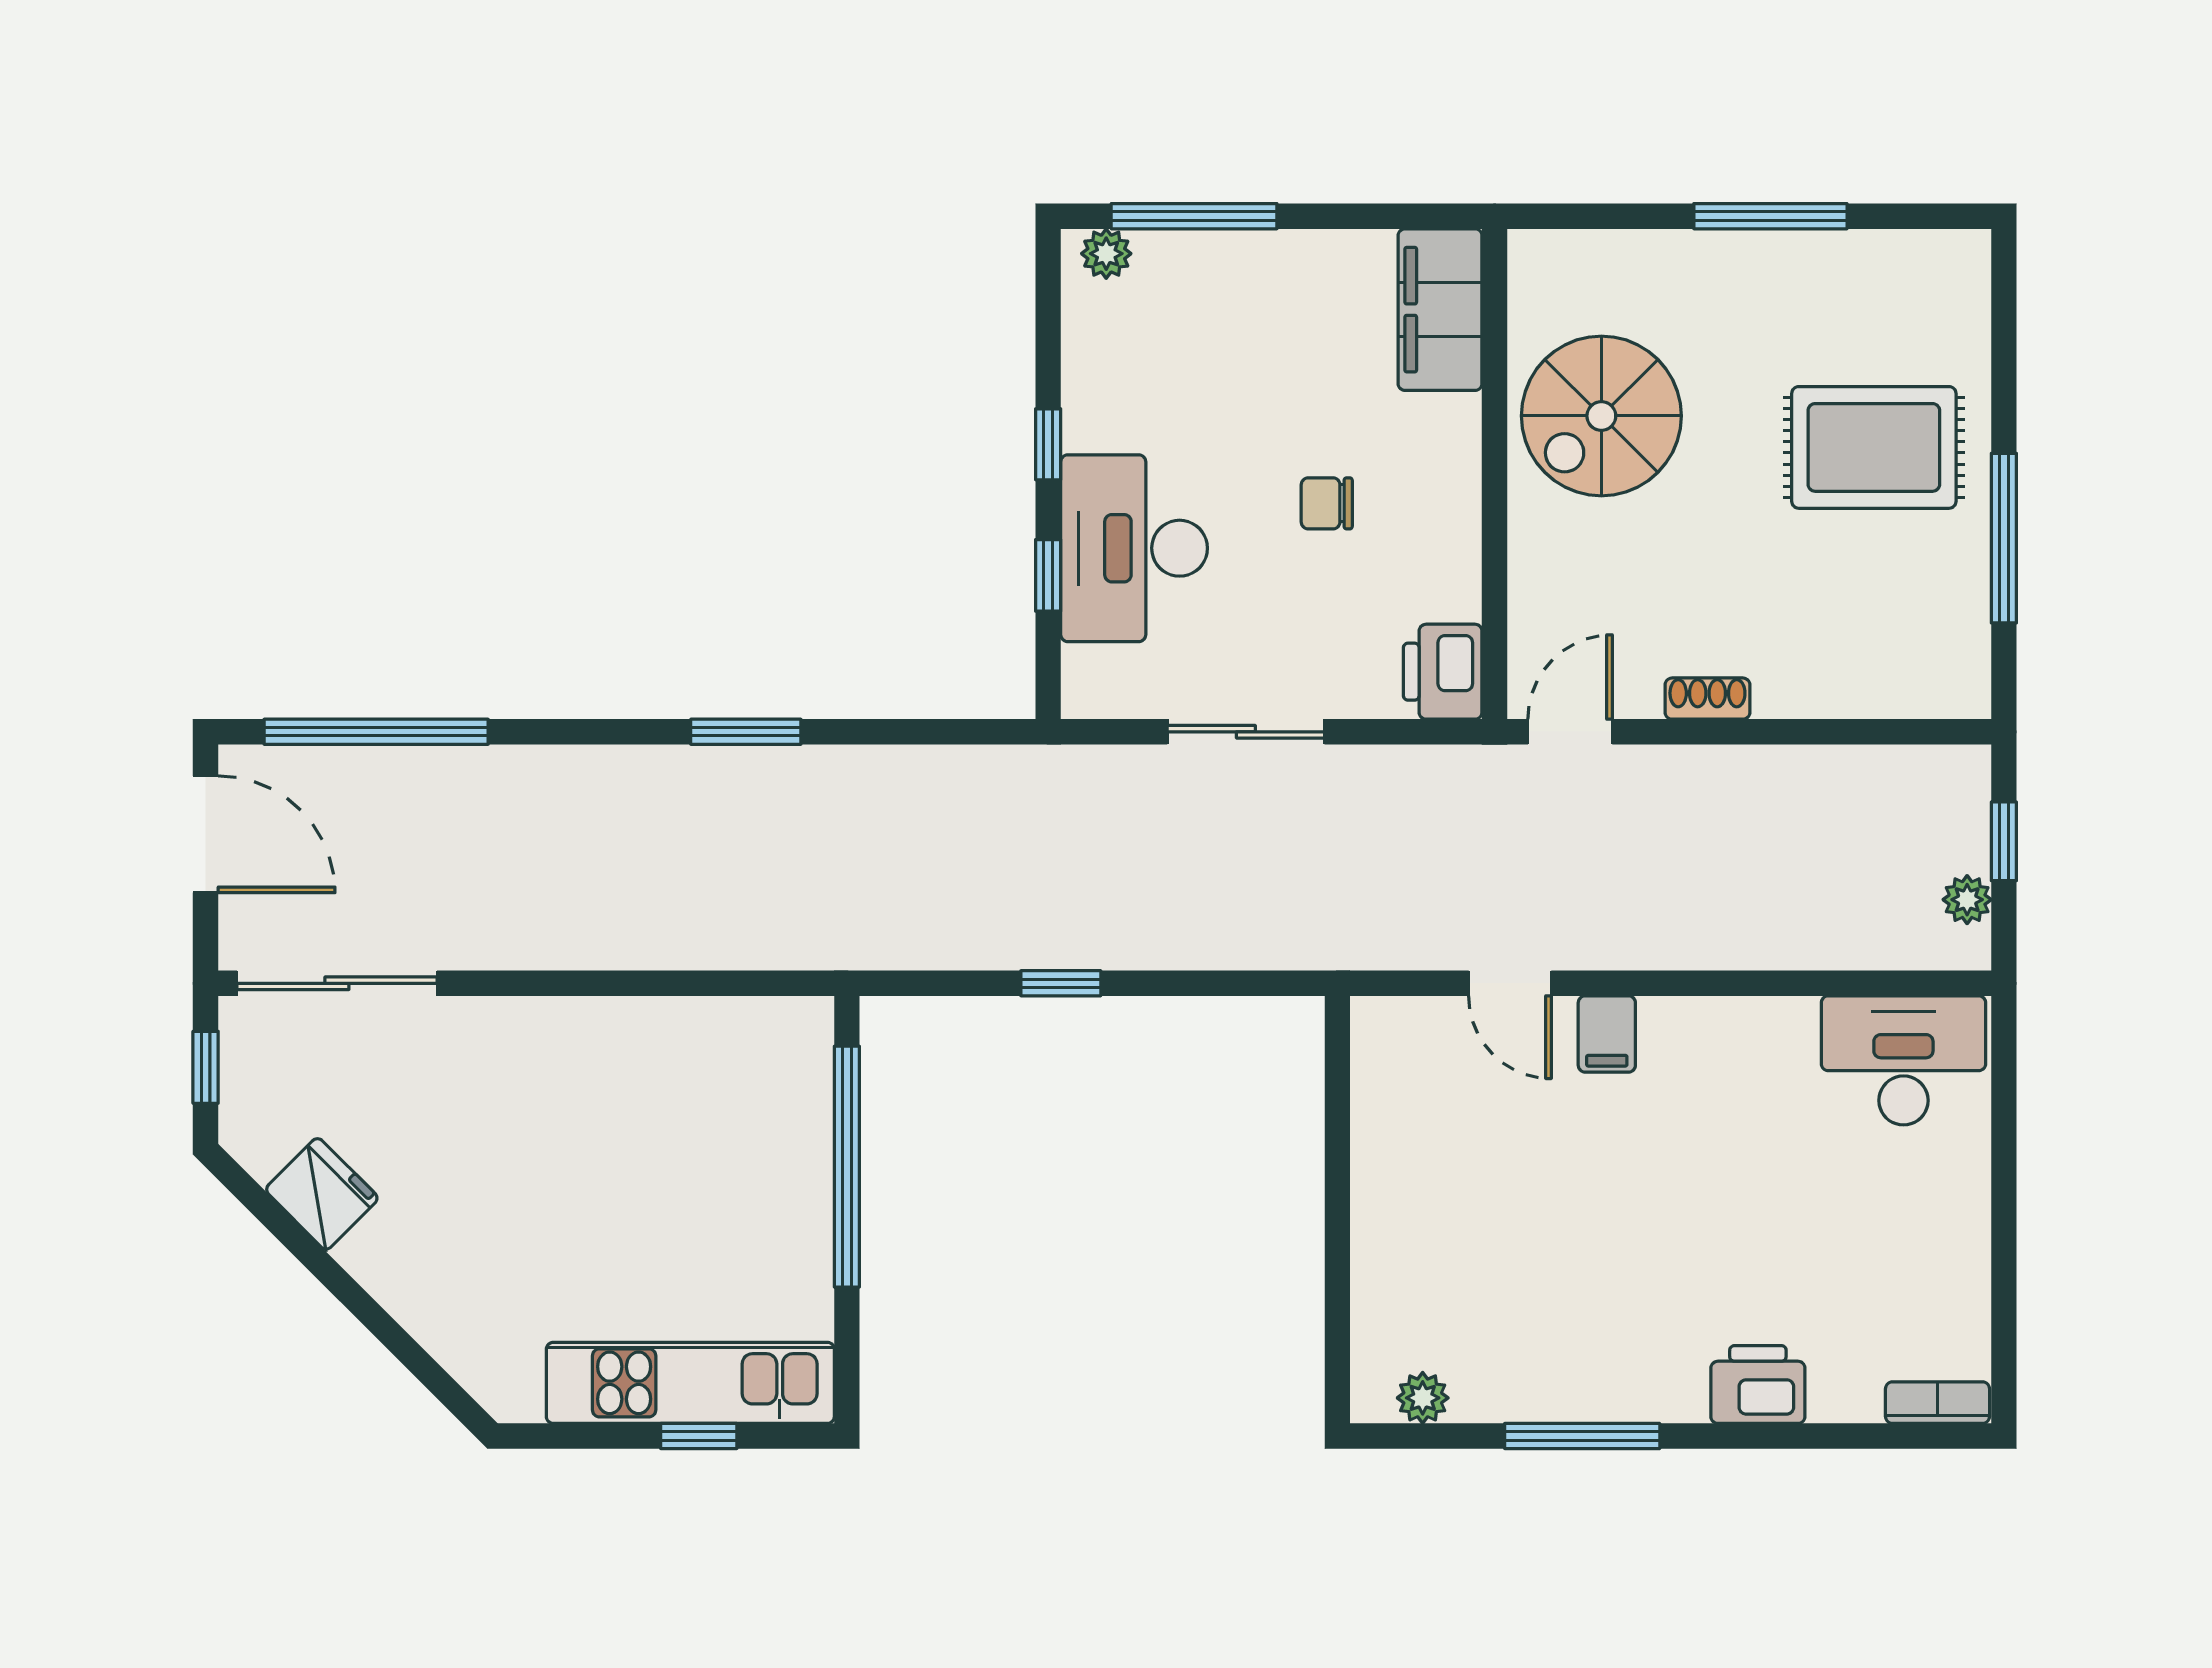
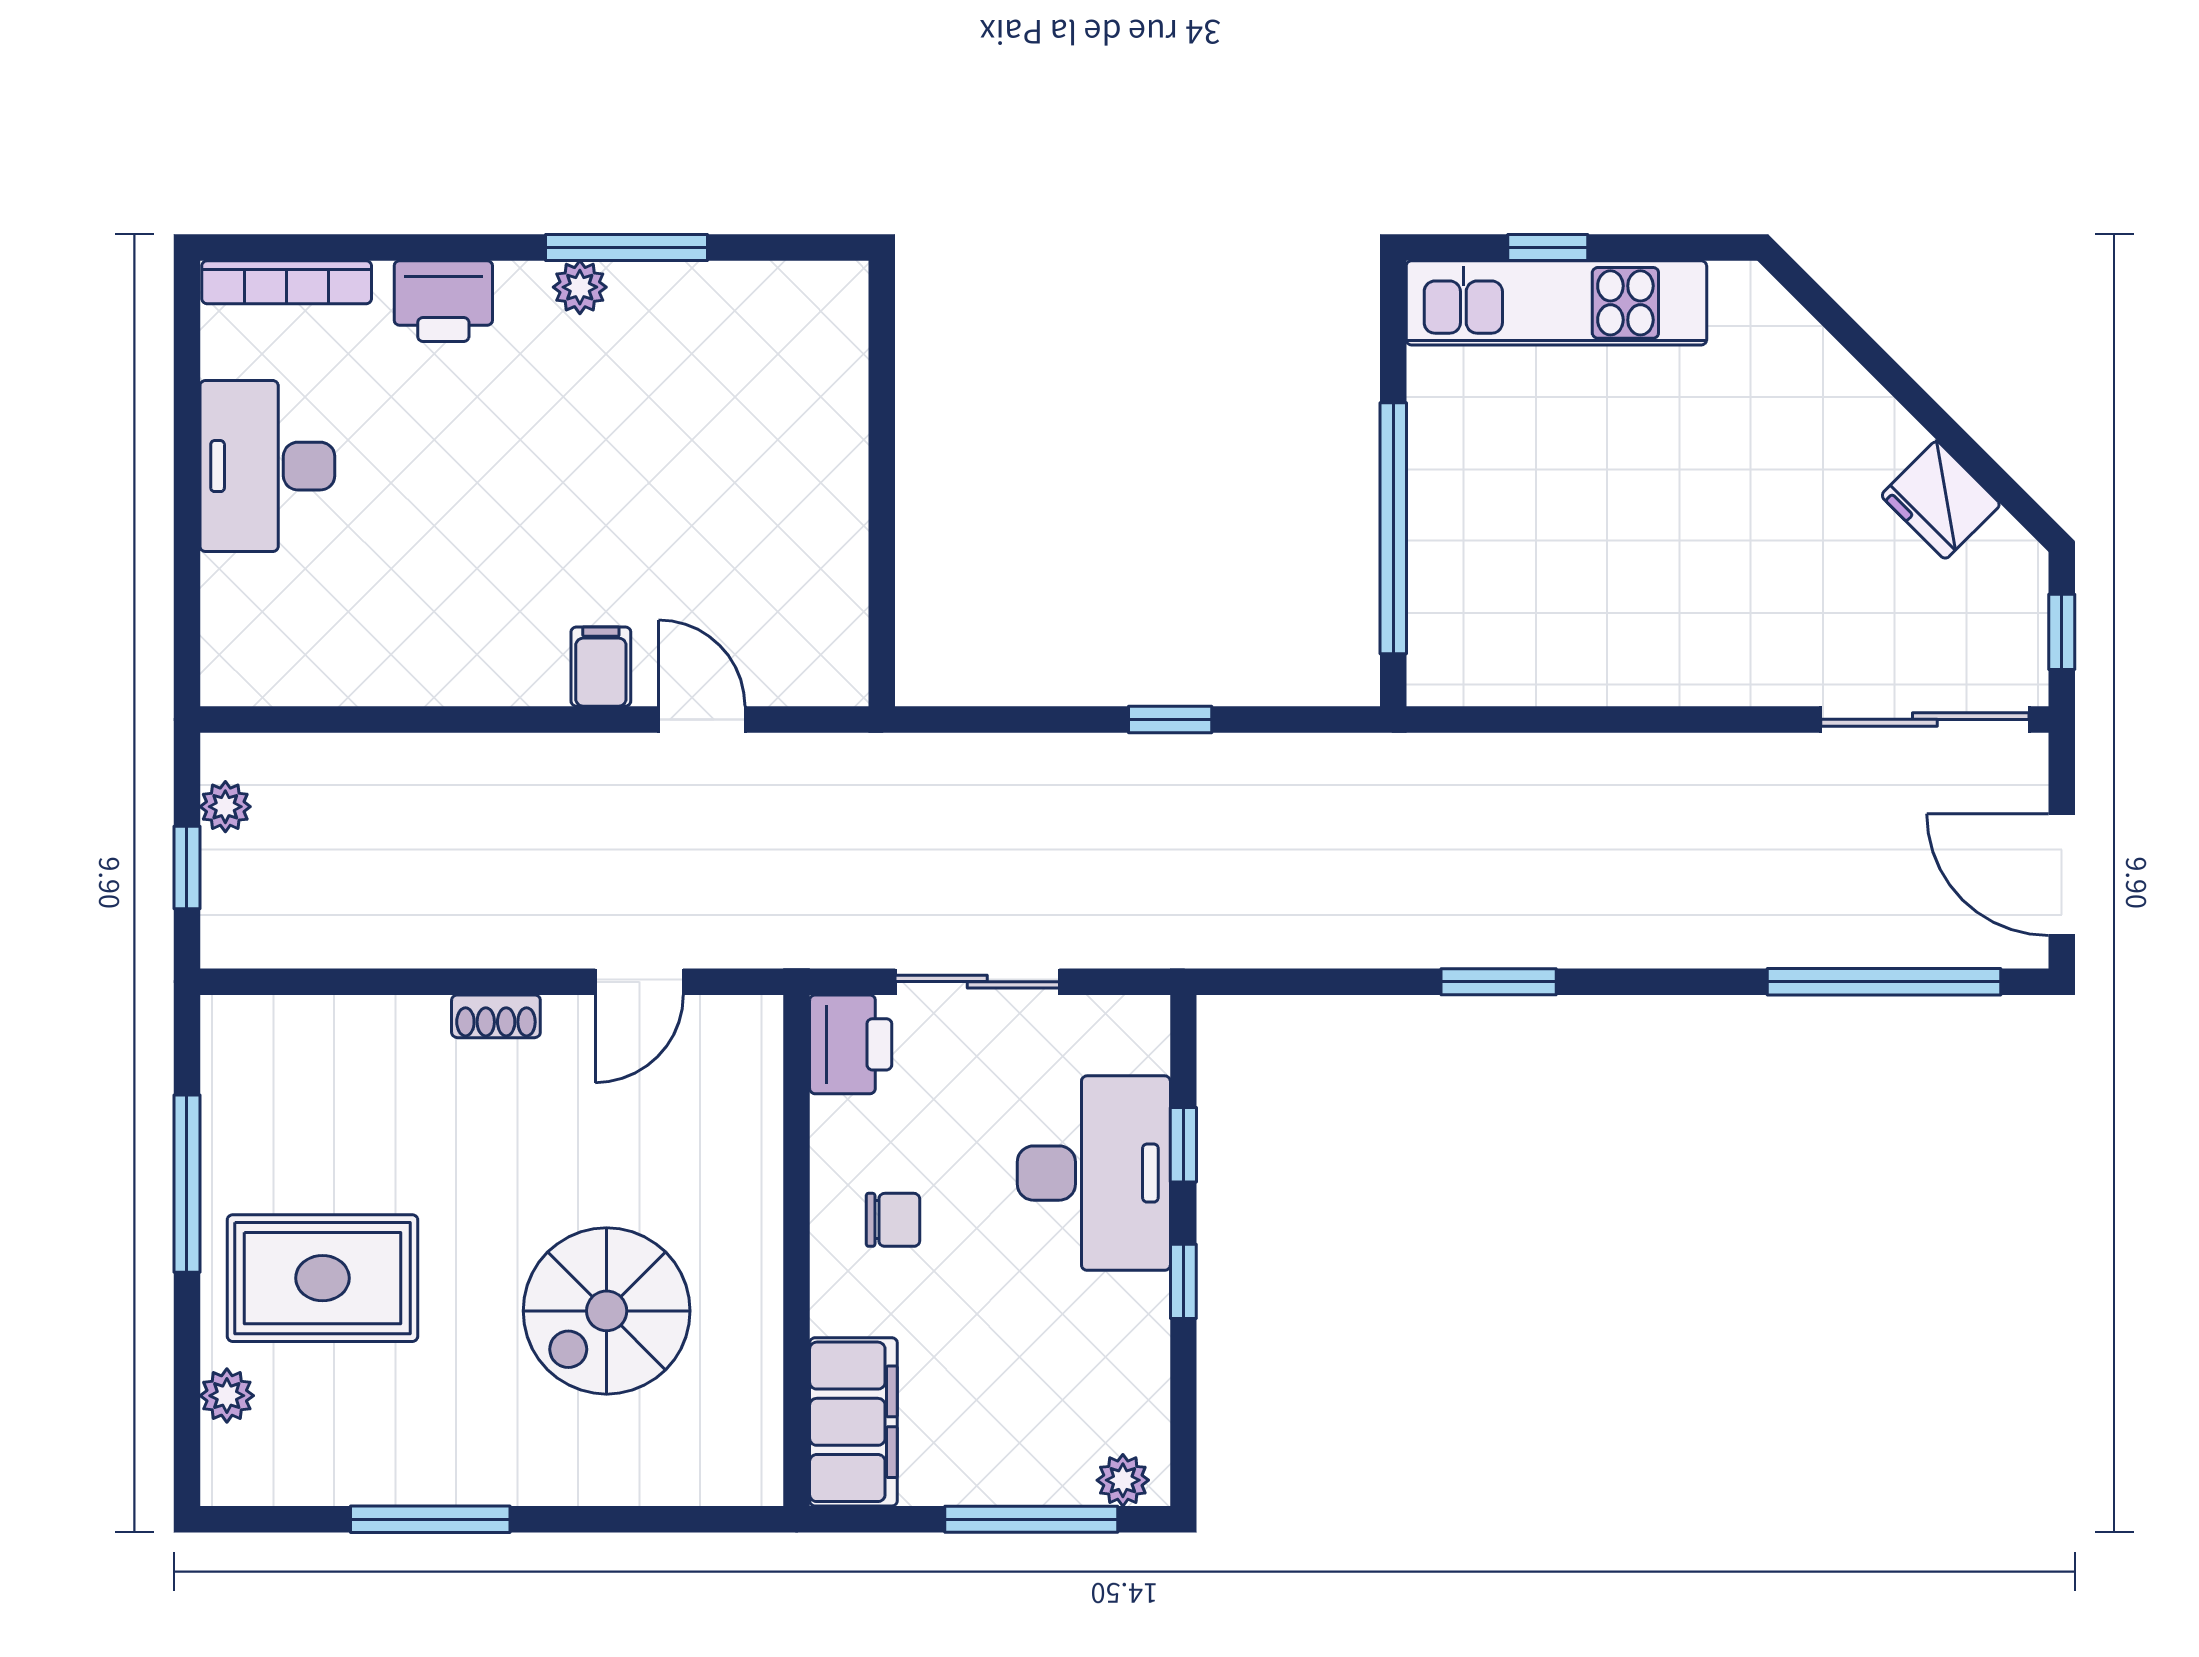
filing cabinet: (1440, 310) -> (853, 1422), moved
plant: (1966, 335) -> (227, 1396), added
spiral stairs: (1601, 416) -> (607, 1311), turned 180
wall: (1495, 474) -> (797, 1250), moved
printer: (1443, 672) -> (851, 1044), moved
desk: (1903, 1060) -> (267, 466), moved, turned 90
plant: (1423, 1398) -> (580, 287), moved
bookcase: (1938, 1403) -> (287, 282), width x1.56

